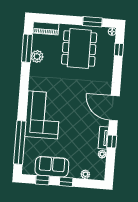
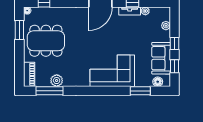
window: (20, 143) -> (140, 91), width x0.47
floor lamp: (28, 161) -> (158, 82), added

